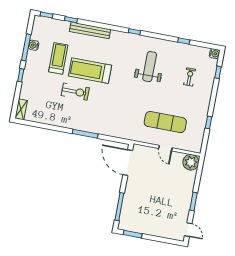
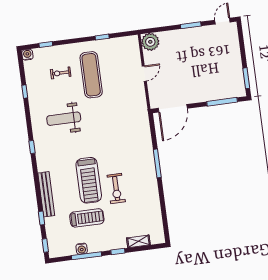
treadmill: (58, 58) -> (87, 218), turned 180
exercise bike: (75, 92) -> (116, 188), turned 180
shelving: (21, 109) -> (138, 241), moved
exercise mat: (165, 122) -> (91, 75), moved

